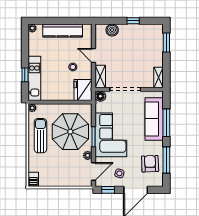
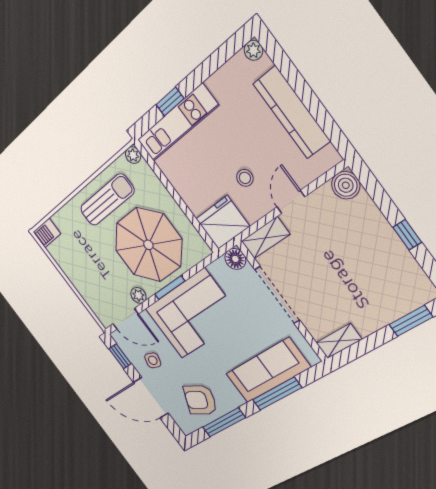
boiler: (112, 30) -> (346, 185), moved
armchair: (150, 164) -> (200, 400), turned -153

